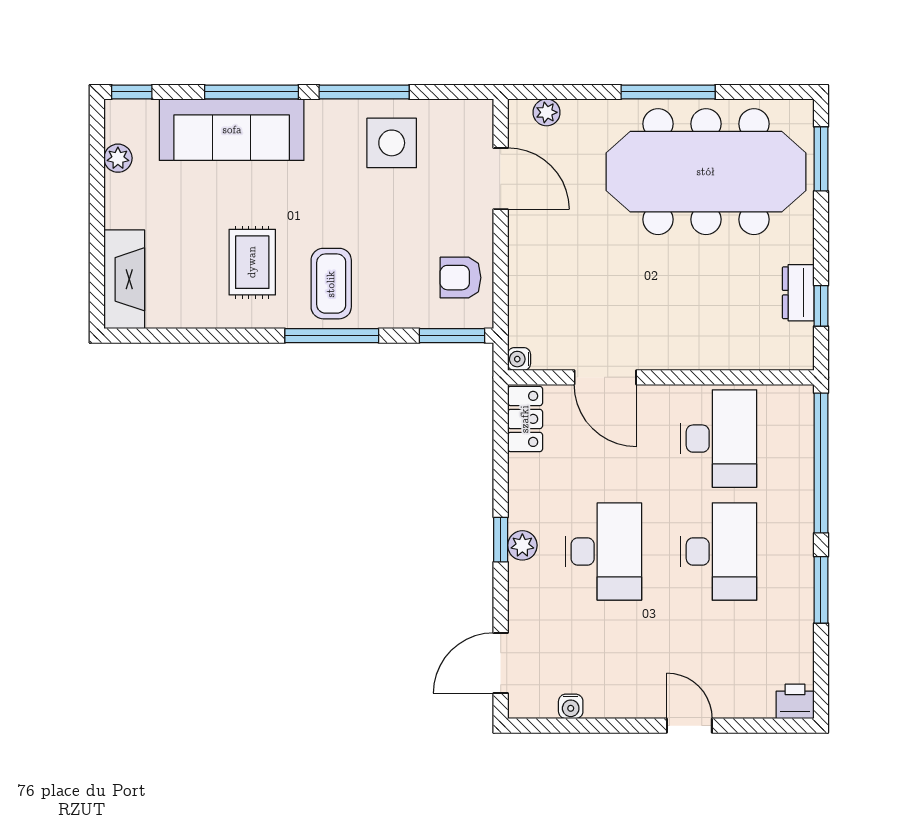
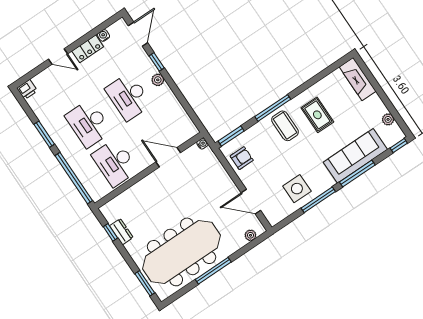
locker: (525, 419) -> (88, 49), moved, turned -90
window: (501, 540) -> (157, 62), moved

